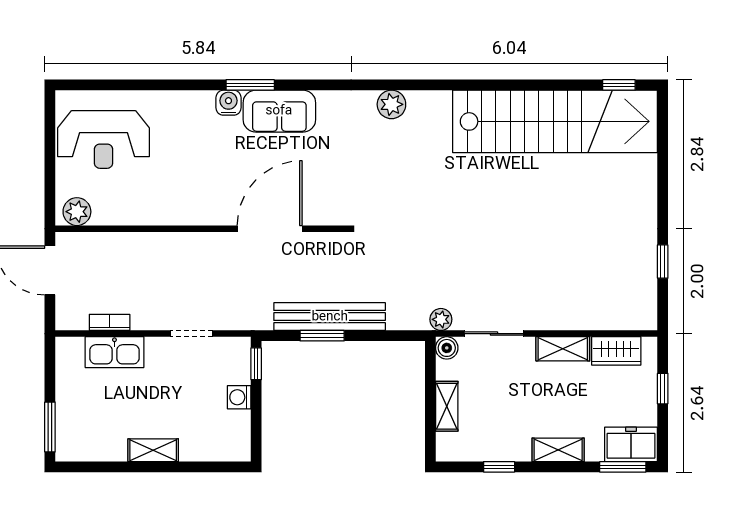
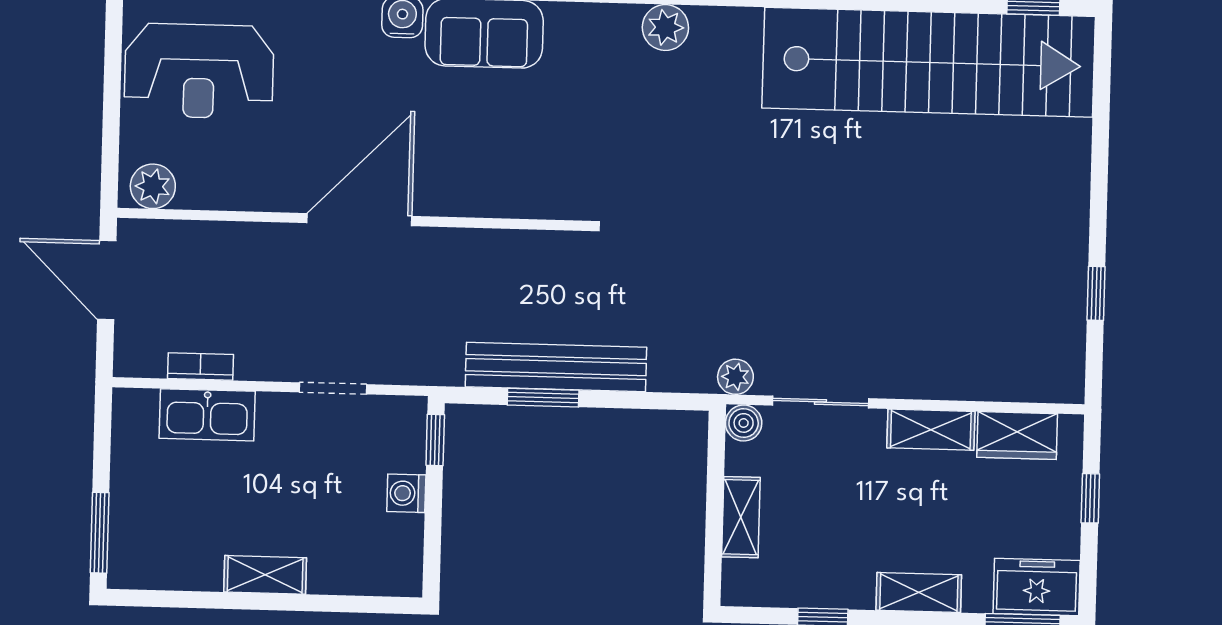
door: (270, 229) -> (359, 220), moved

